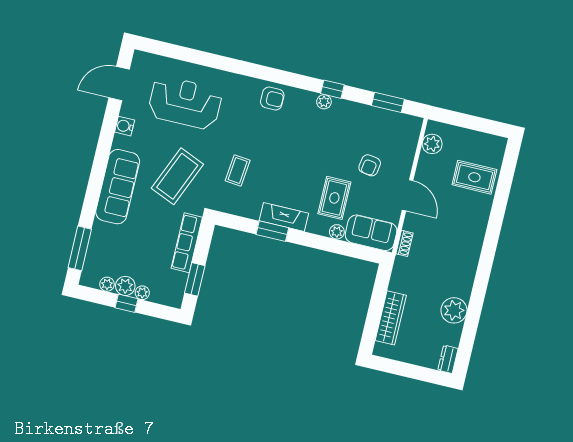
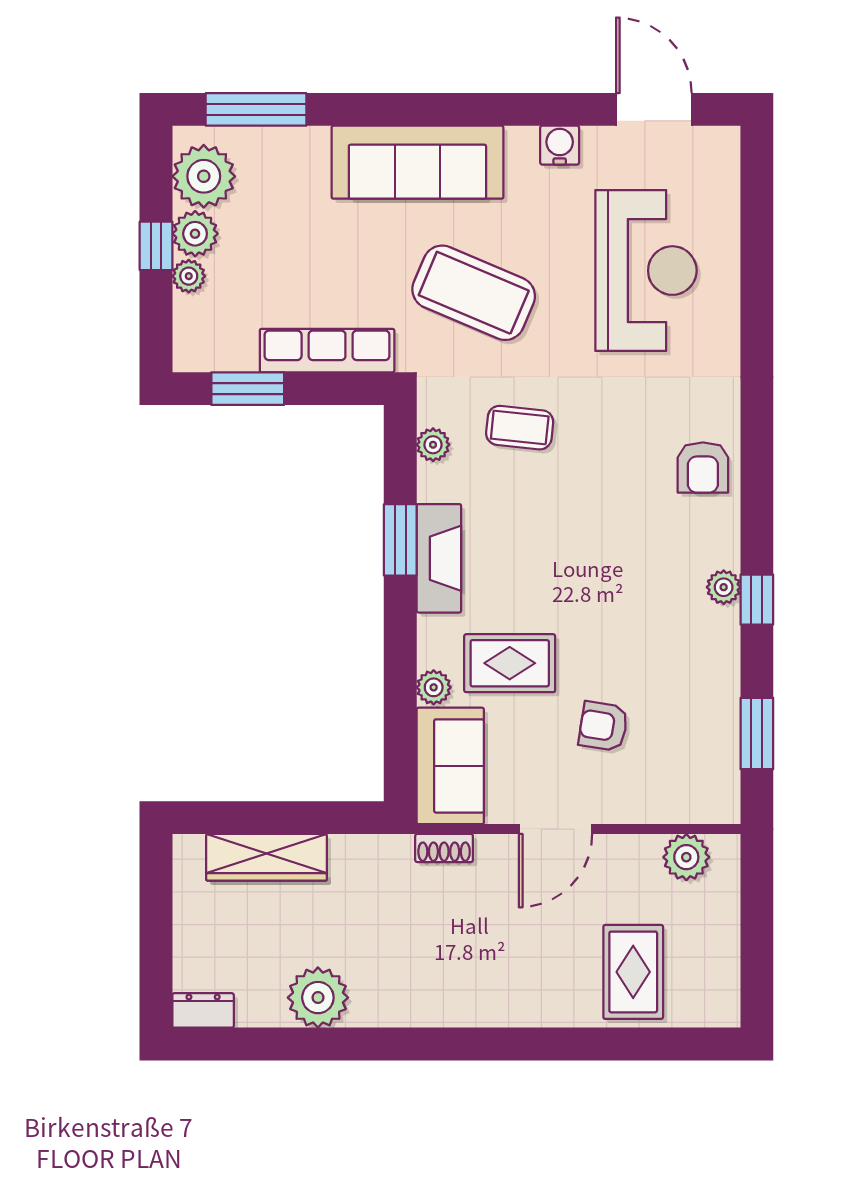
plant: (236, 208) -> (433, 445), added
plant: (107, 284) -> (204, 176), width x1.87, depth x1.87

